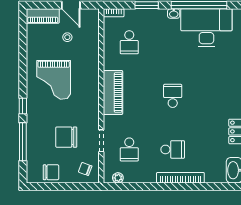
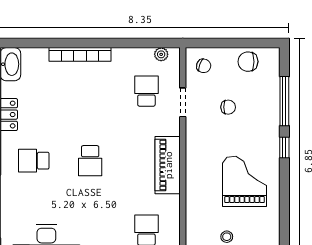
chair: (66, 137) -> (228, 107), width x0.54, depth x0.54
school desk: (173, 149) -> (34, 161), moved

